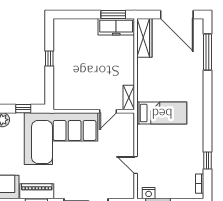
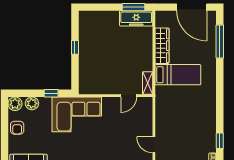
wardrobe: (144, 38) -> (162, 46), moved
bed: (162, 113) -> (178, 75), moved
corner sofa: (61, 139) -> (77, 114), width x0.73, depth x0.74

